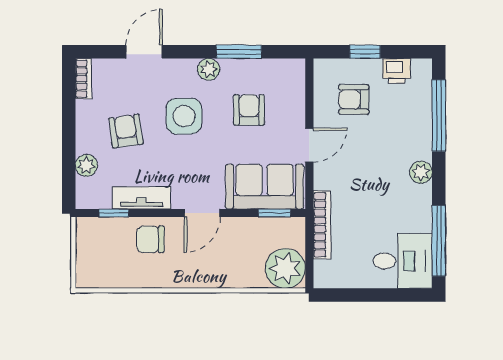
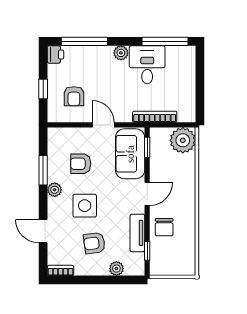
printer: (397, 71) -> (55, 54), moved
door: (202, 213) -> (147, 194), hinge flipped
desk: (403, 261) -> (147, 65), moved

